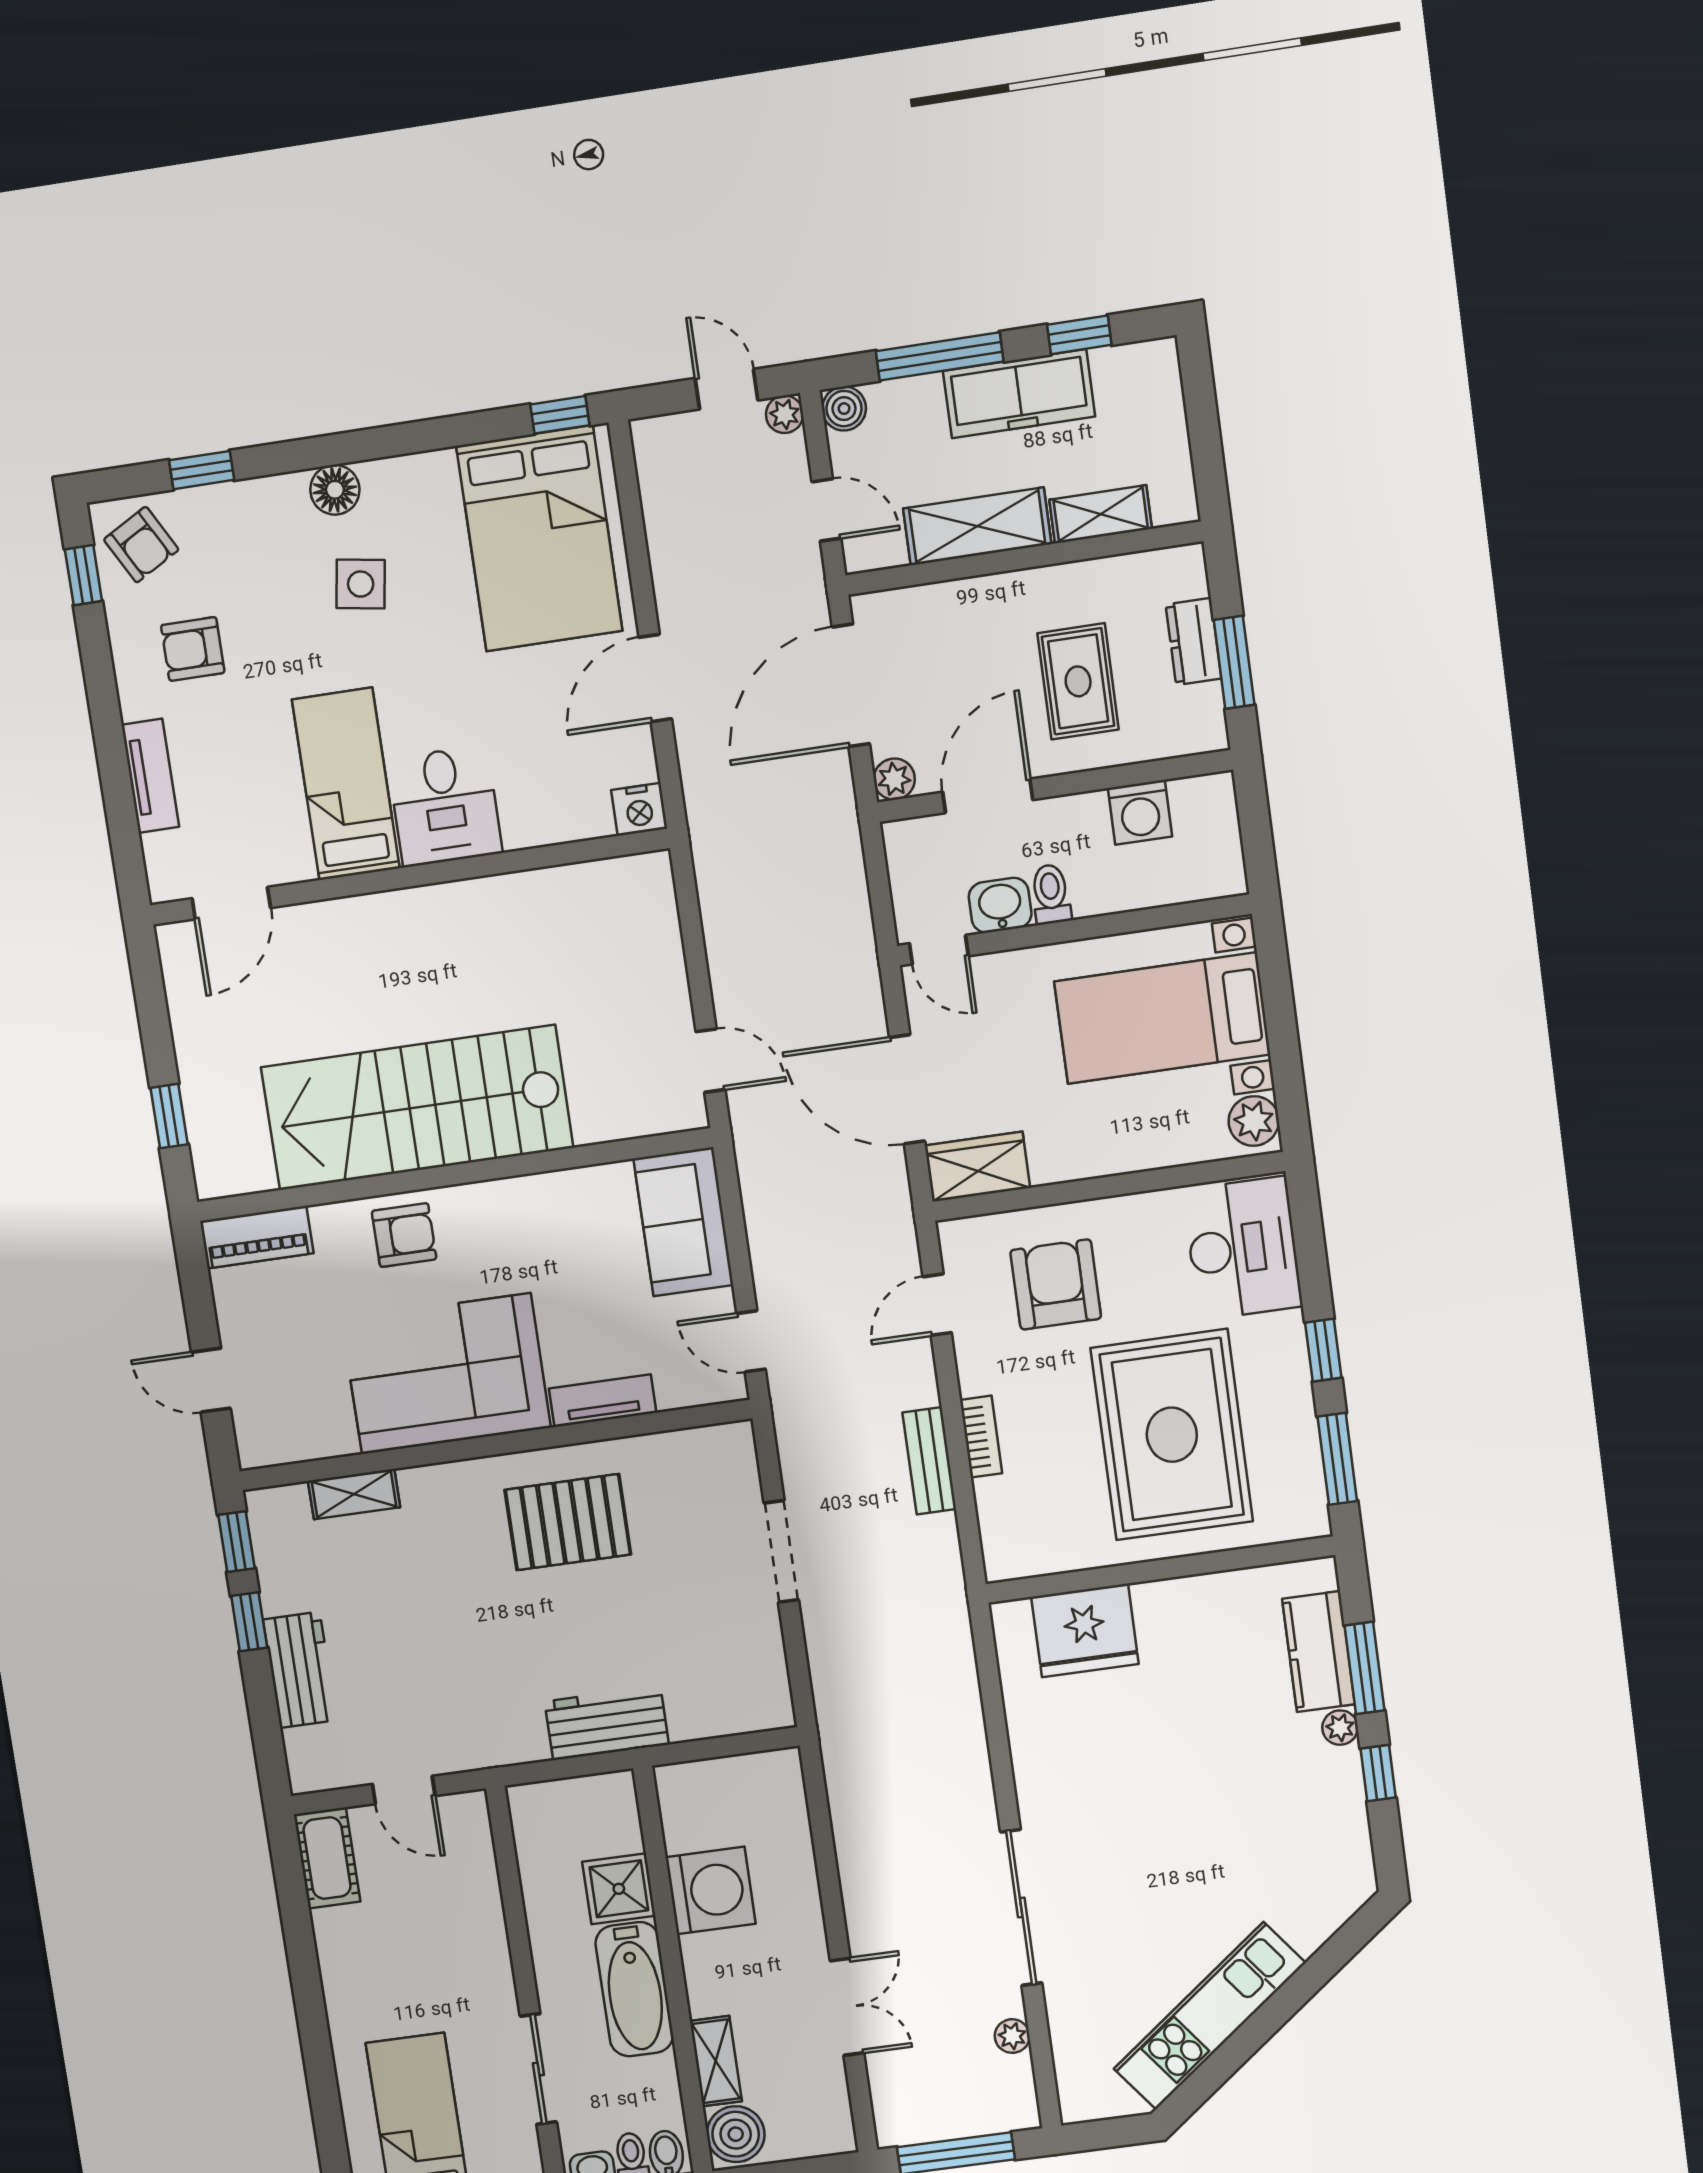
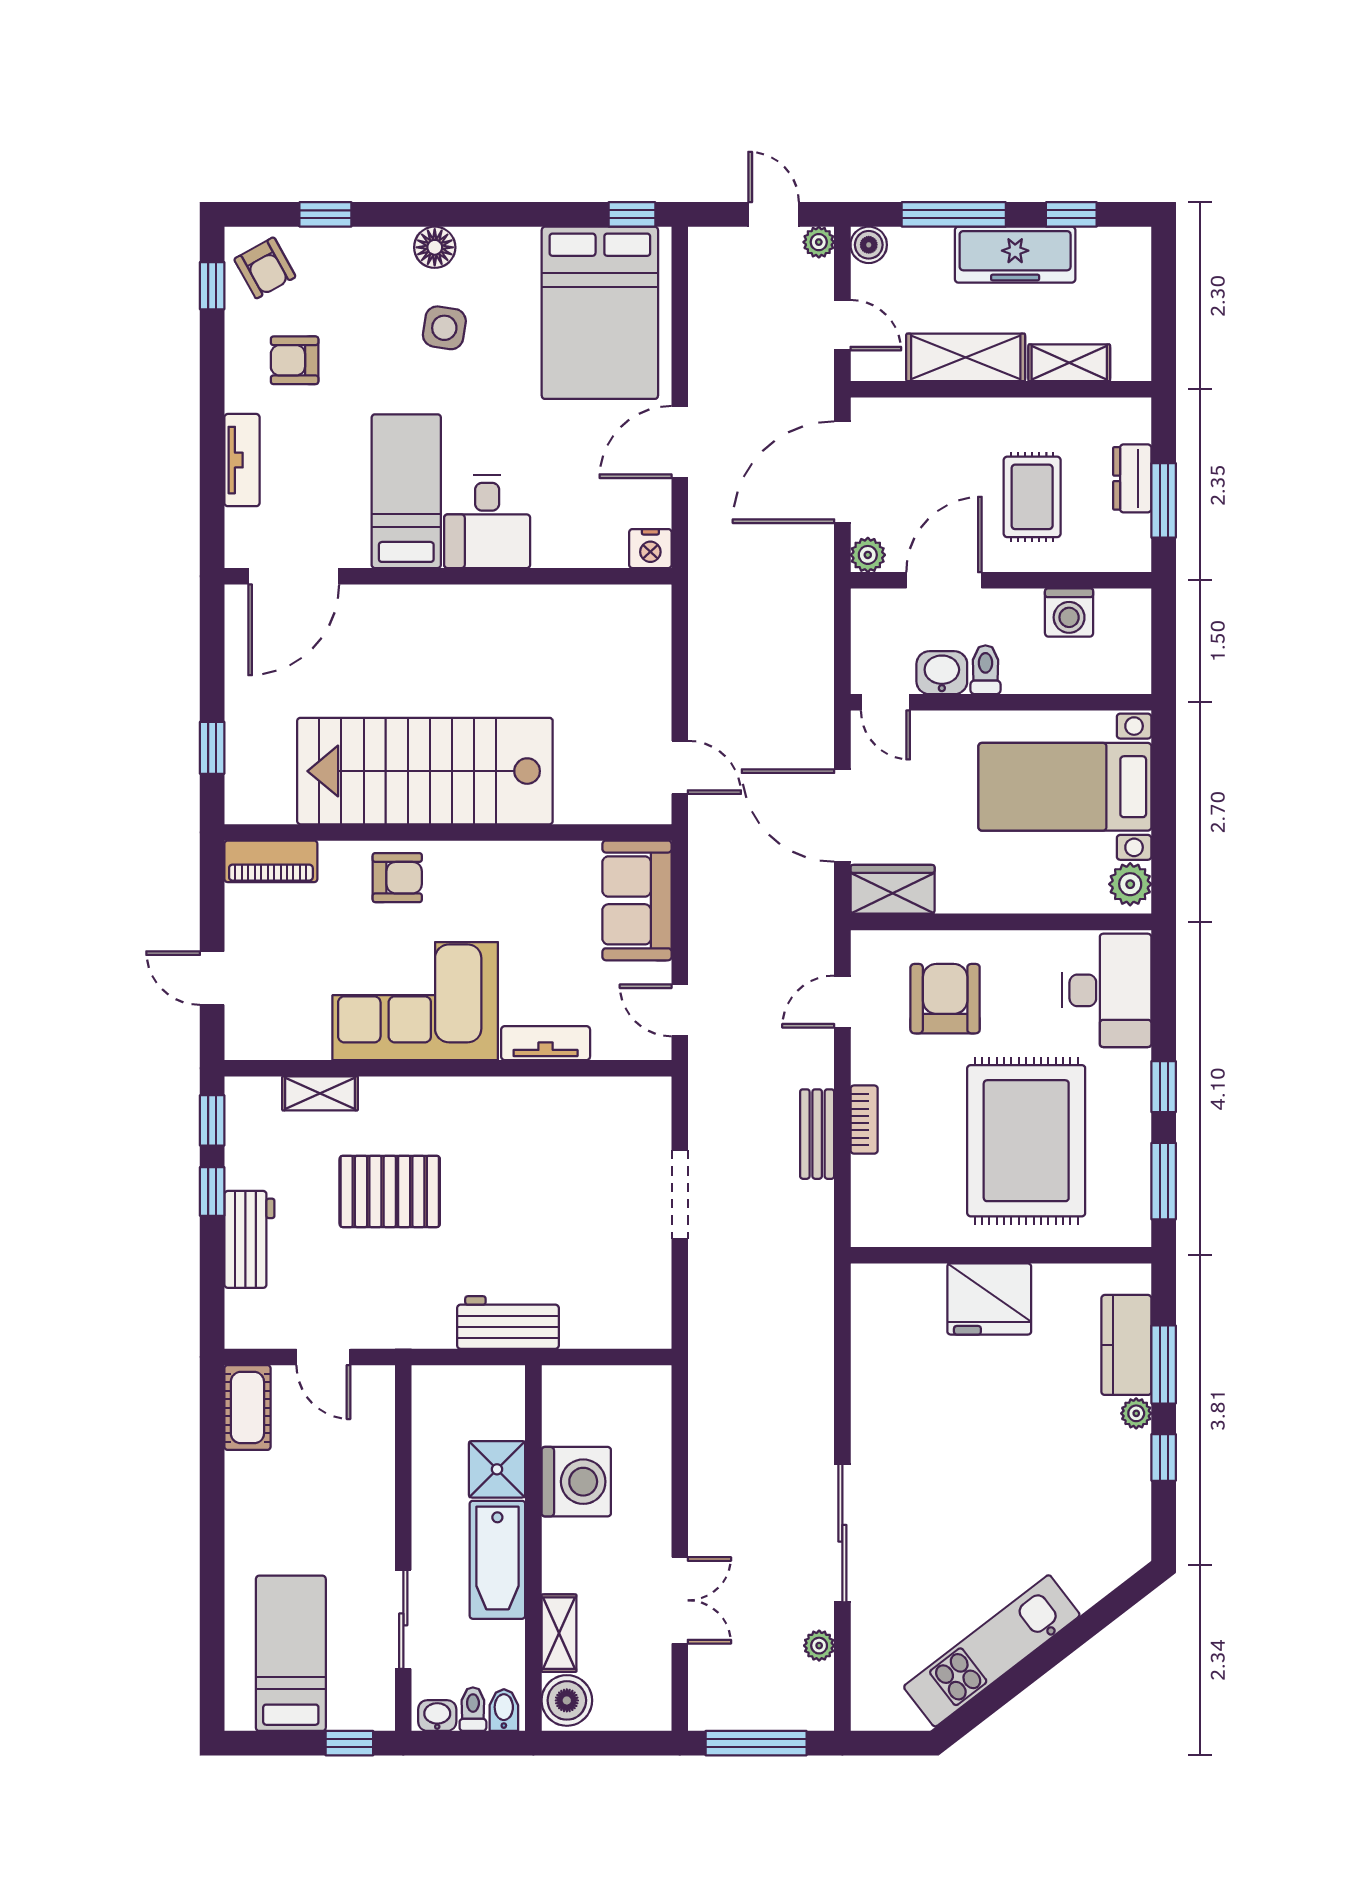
door: (231, 903) -> (294, 576), width x1.36
pallet: (568, 1522) -> (390, 1191), moved
fridge: (1085, 1630) -> (989, 1299), moved

